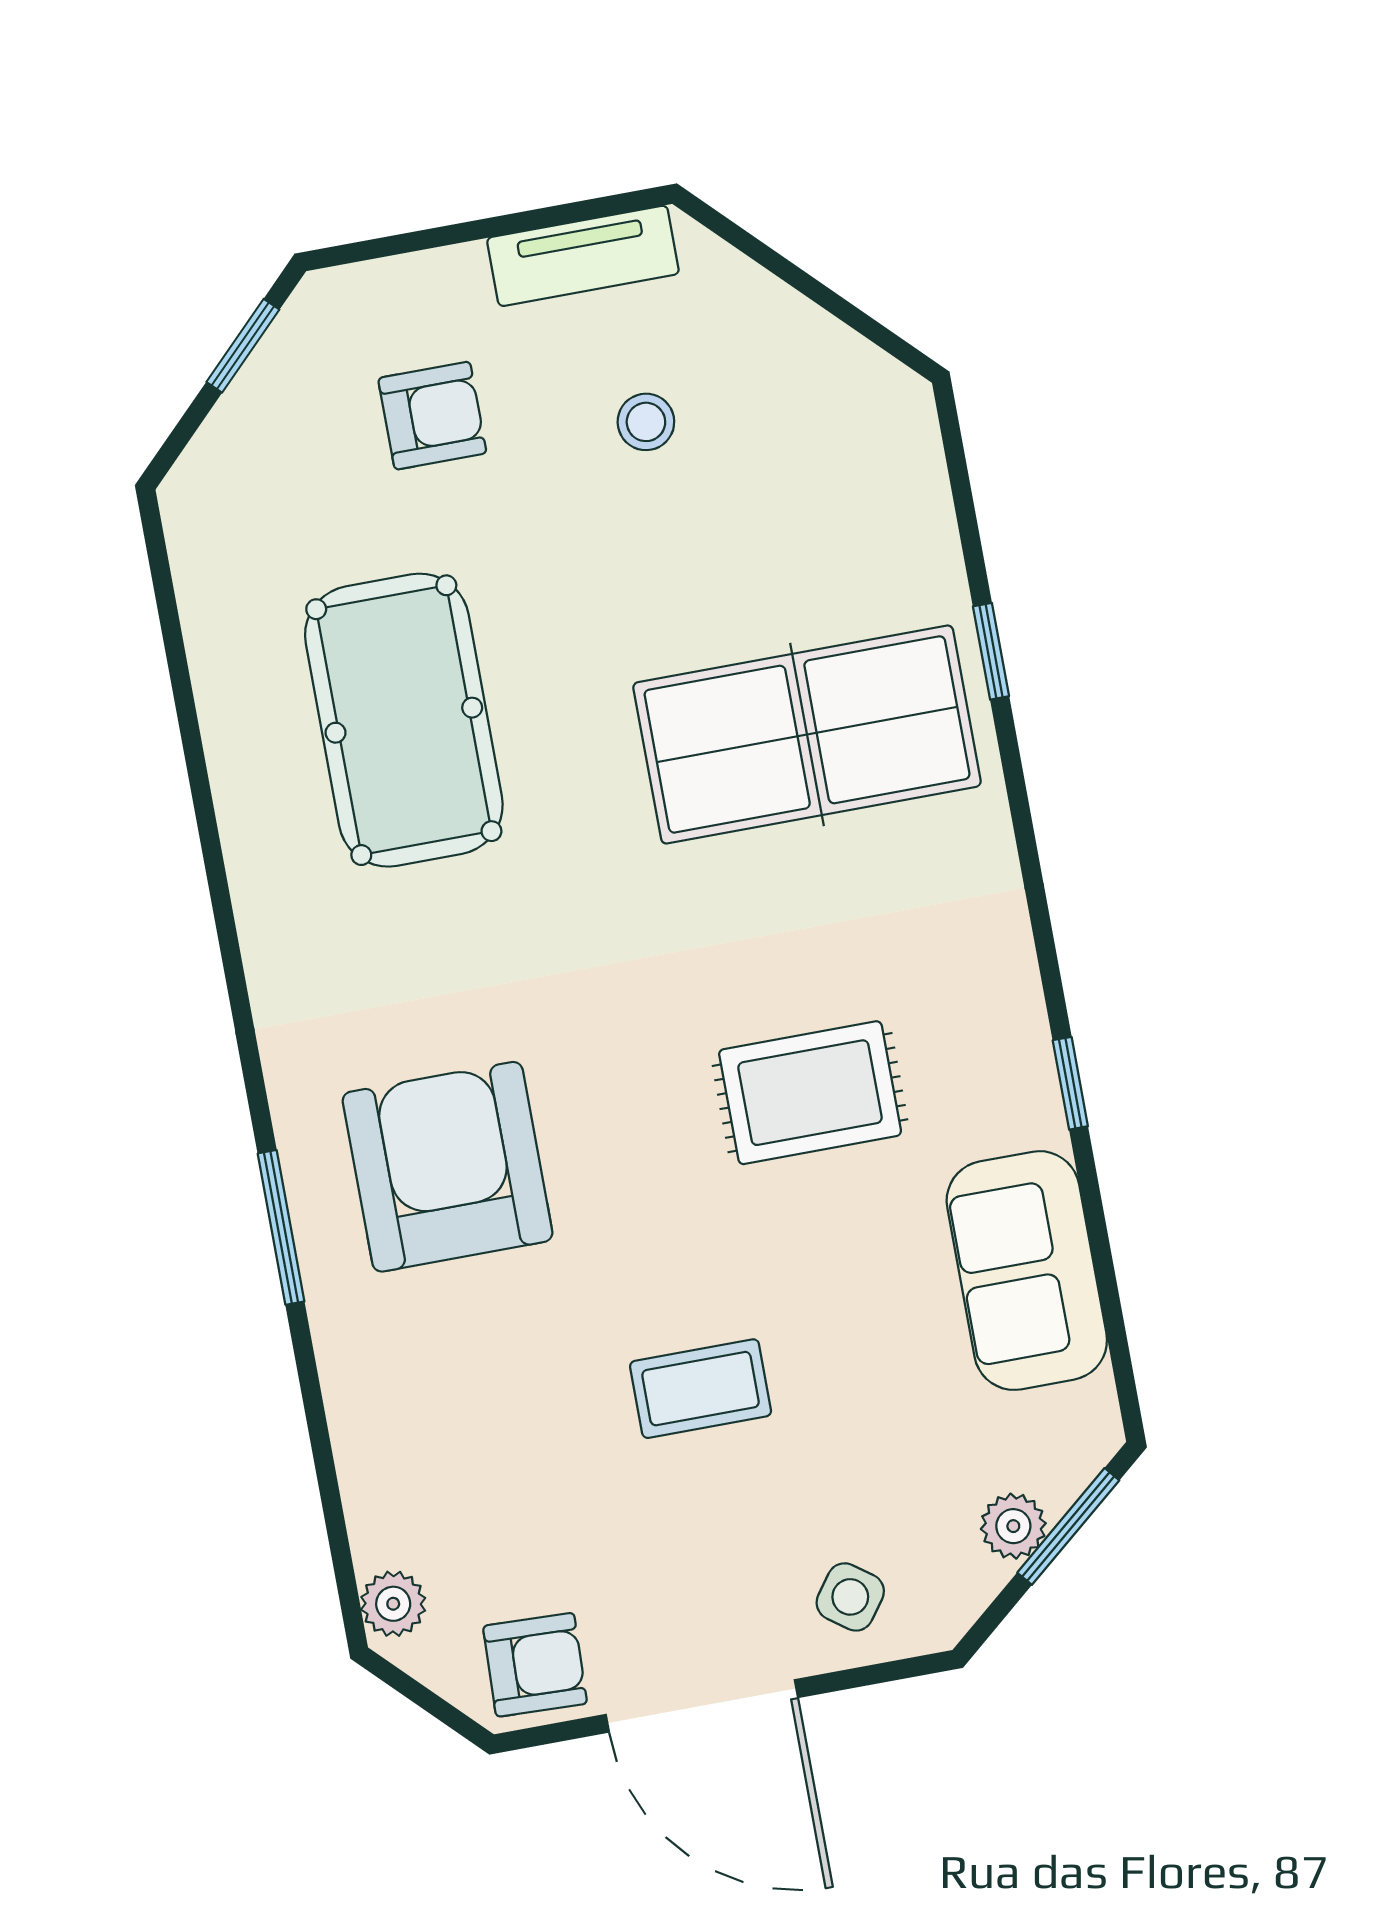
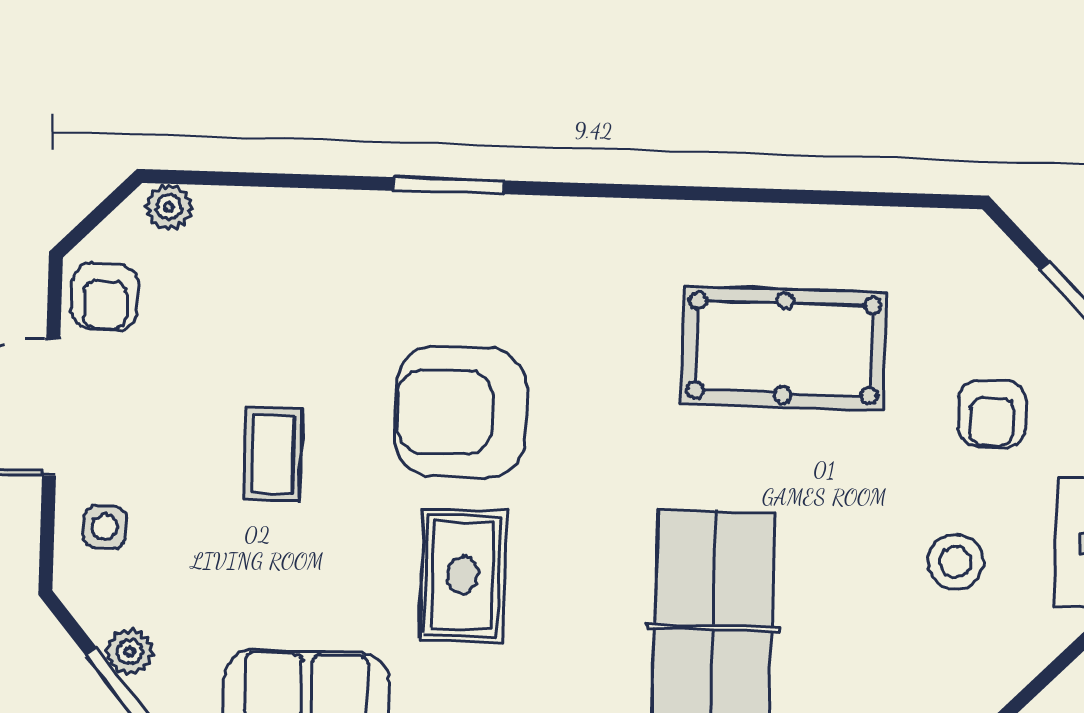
stool: (646, 422) -> (956, 562), width x1.37, depth x1.37
armchair: (448, 1167) -> (460, 412), moved, turned 180
side table: (850, 1597) -> (105, 527), turned -36

